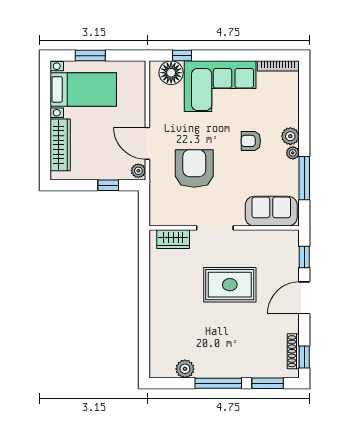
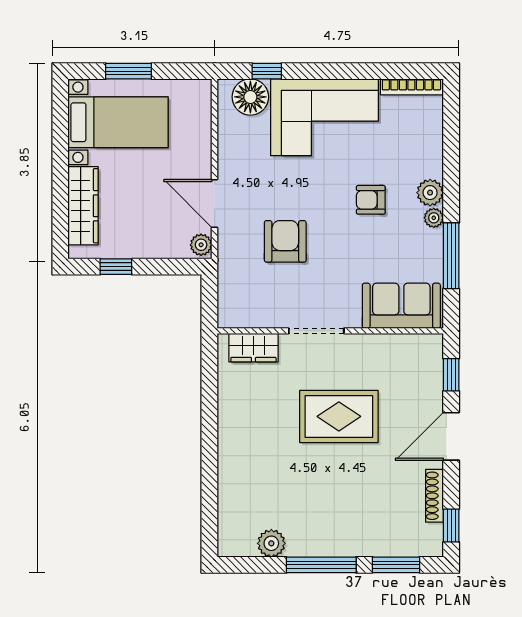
armchair: (194, 168) -> (285, 241), width x0.73, depth x0.73
window: (108, 185) -> (116, 267), moved
shoe rack: (293, 351) -> (435, 496), moved

